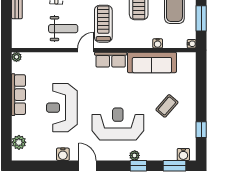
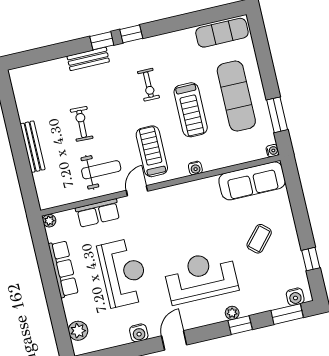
water cooler: (158, 43) -> (195, 168), moved
row of seats: (111, 60) -> (98, 213), moved
sofa: (152, 62) -> (252, 181), moved
reception desk: (62, 108) -> (123, 273), turned 180
door: (87, 166) -> (174, 340), hinge flipped

